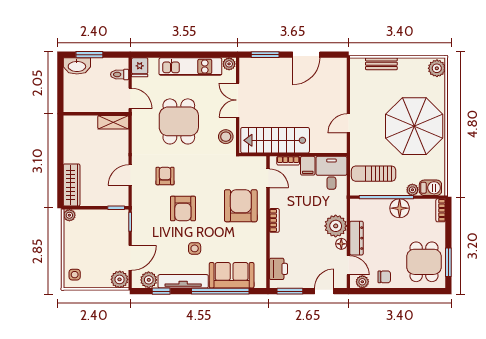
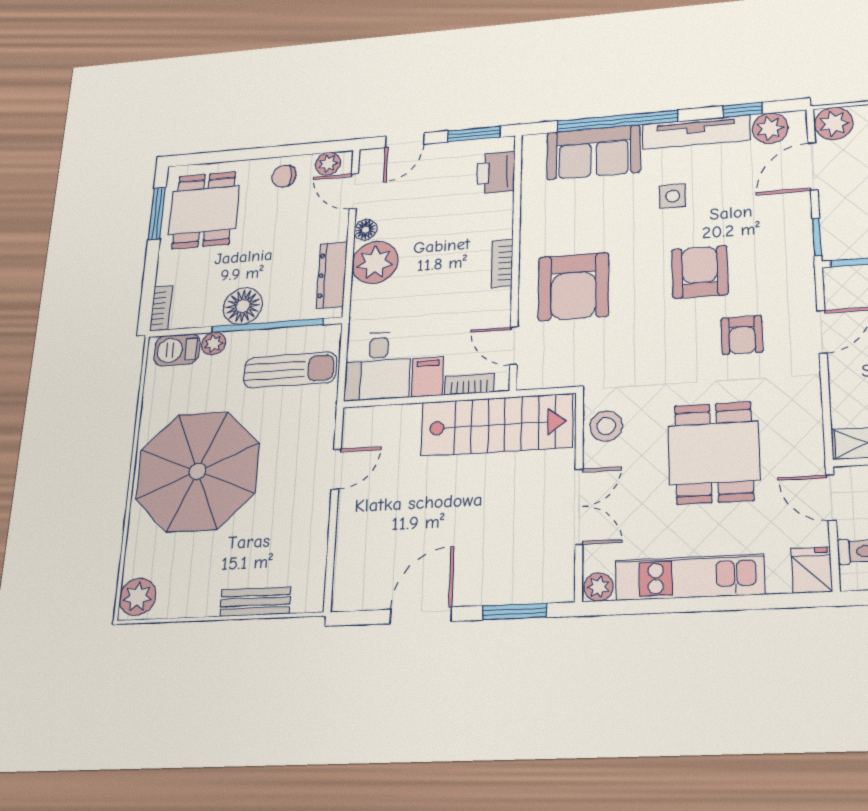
dresser: (357, 238) -> (332, 275), moved

